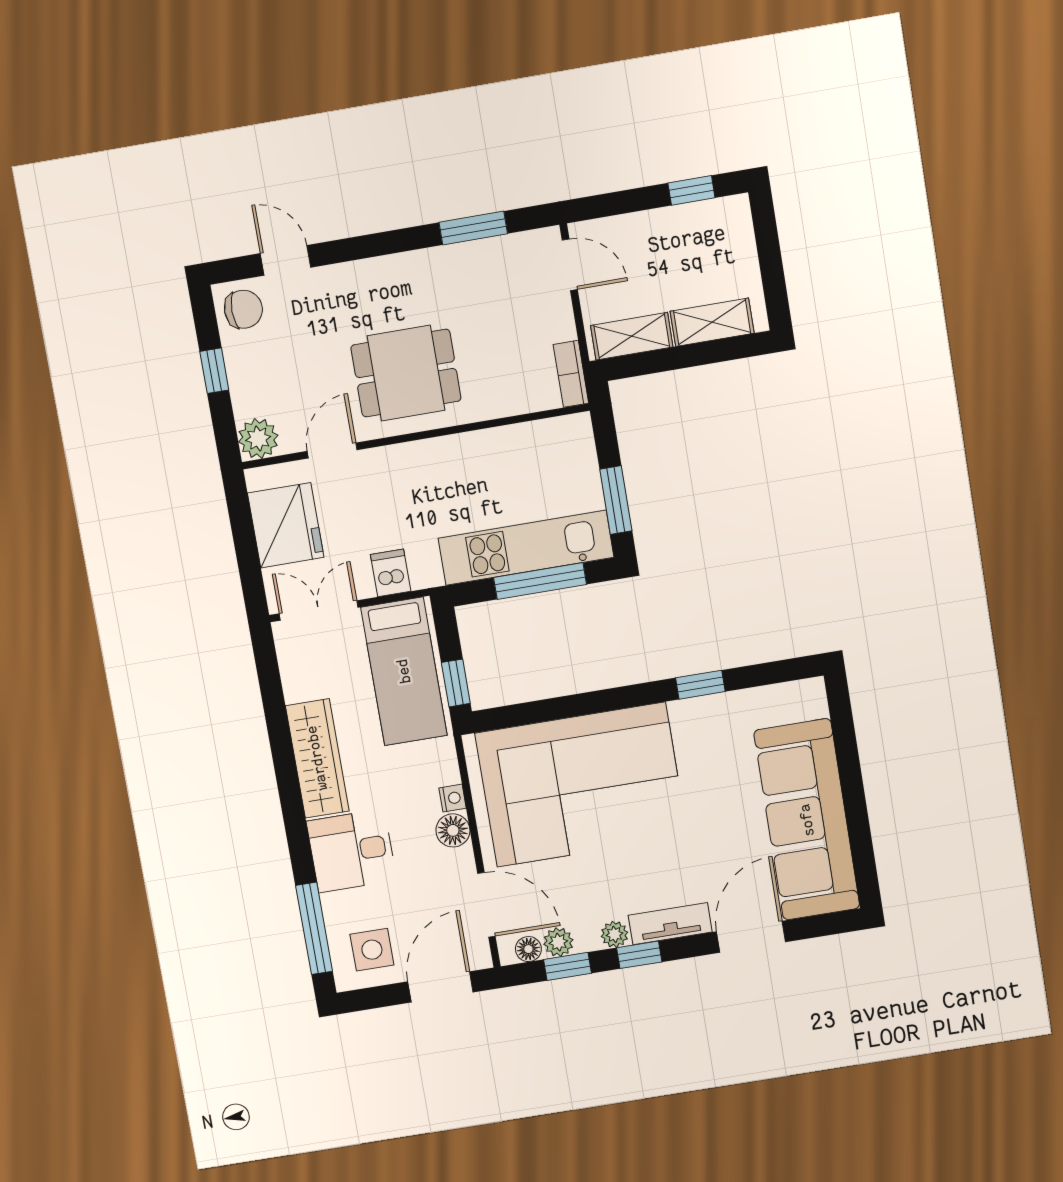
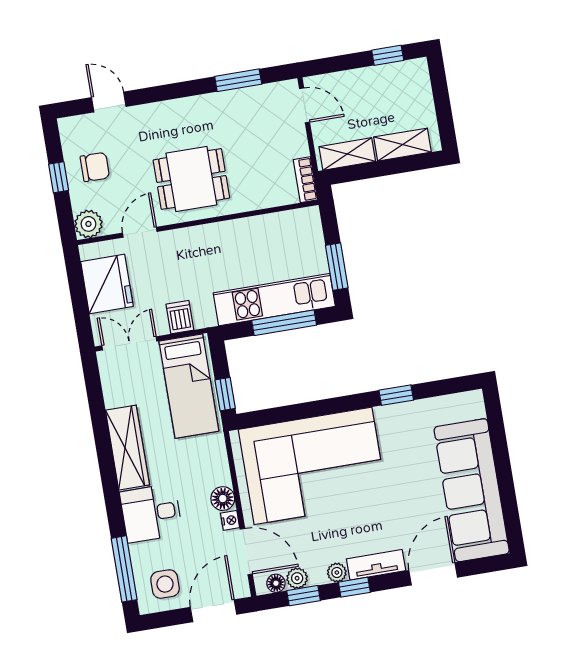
chair: (243, 309) -> (95, 167), moved
nightstand: (453, 798) -> (230, 520), moved

